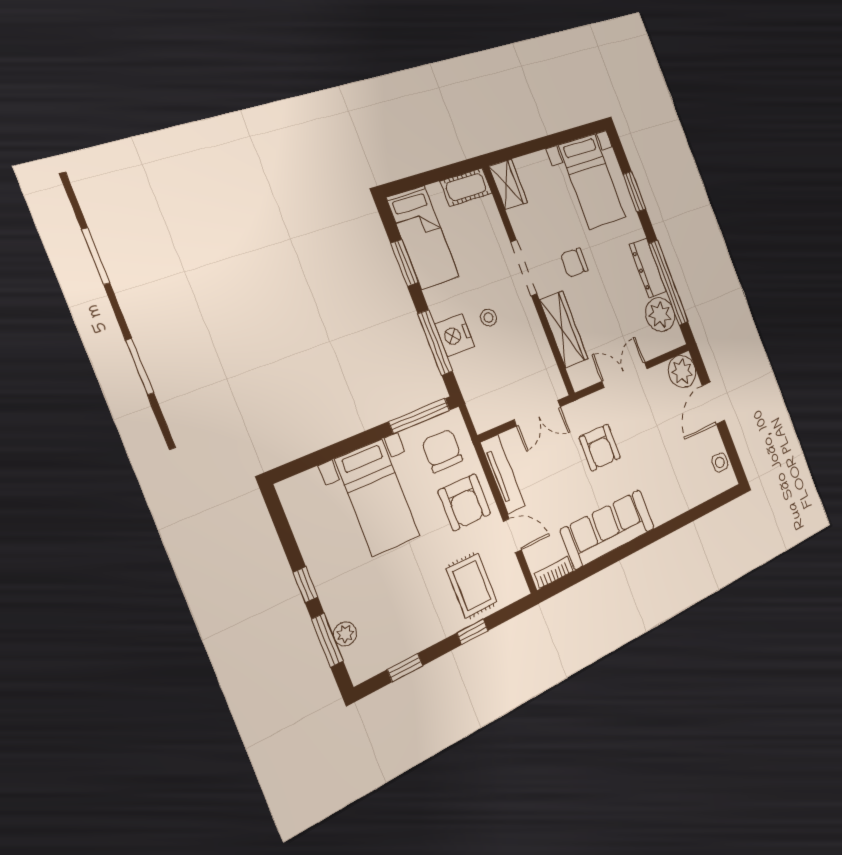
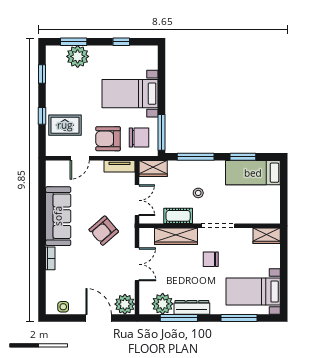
cot: (466, 187) -> (178, 216), moved, turned 90
window: (634, 192) -> (239, 318), width x1.44
chair: (574, 263) -> (211, 259), turned -90
window: (668, 283) -> (179, 318), width x0.68
nightstand: (455, 335) -> (196, 169), removed
wardrobe: (481, 407) -> (153, 168), added
double door: (537, 413) -> (137, 200), swing flipped
armchair: (600, 447) -> (104, 231), turned -41
tv unit: (503, 474) -> (120, 166), width x0.71
bookcase: (554, 572) -> (50, 258), moved
window: (305, 585) -> (121, 42), moved
plant: (345, 634) -> (78, 56), width x1.88, depth x1.88

